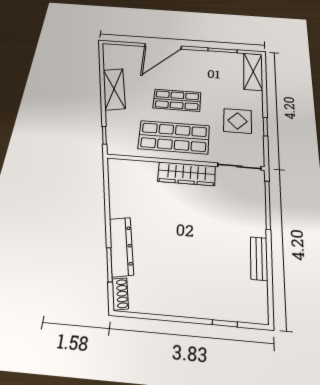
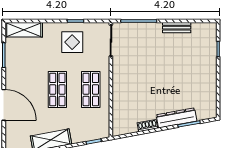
shop shelf: (174, 137) -> (91, 89), width x0.70, depth x0.74
wardrobe: (187, 174) -> (120, 78), removed
shoe rack: (120, 294) -> (147, 126), moved

